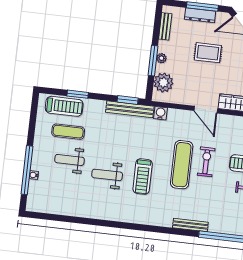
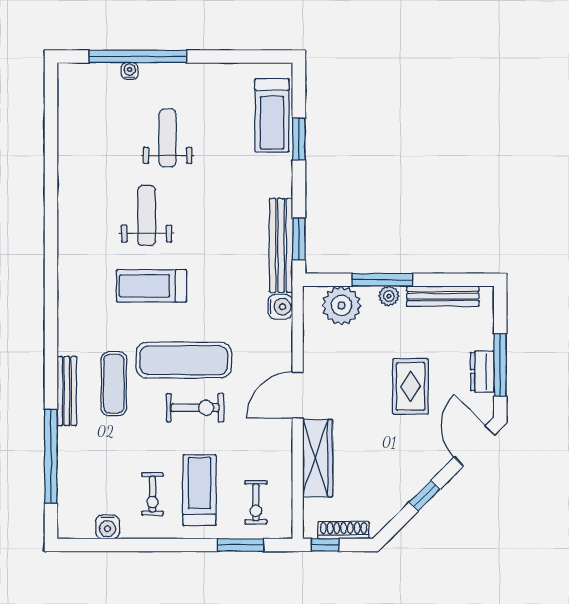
dresser: (200, 15) -> (482, 372), width x0.70
bench: (165, 26) -> (443, 296), width x1.36
exercise mat: (68, 132) -> (114, 384), moved

